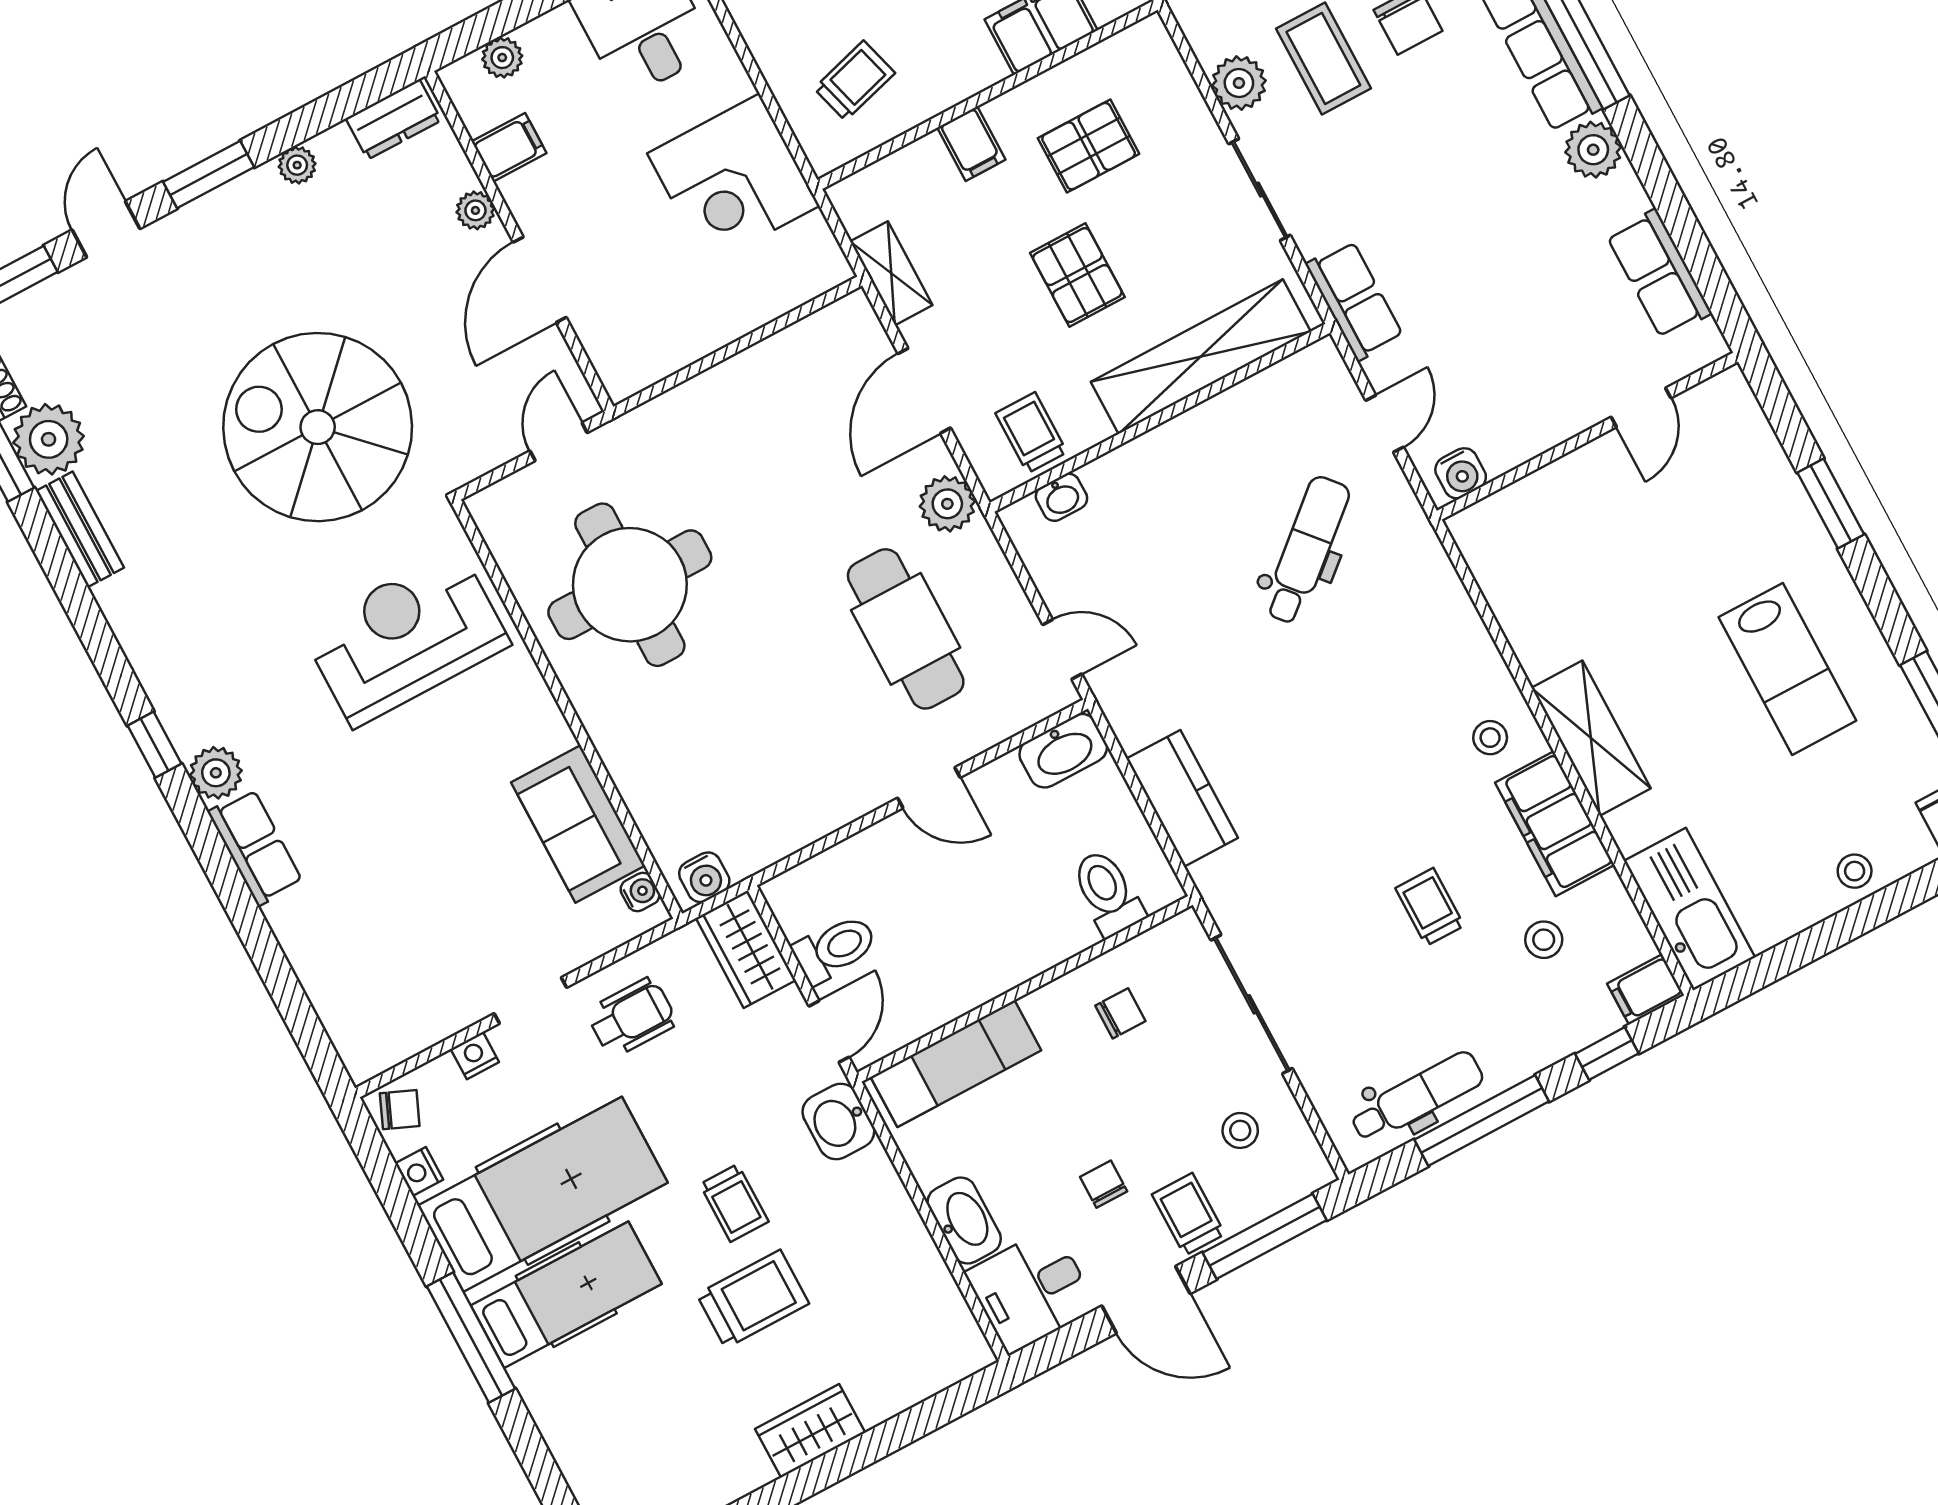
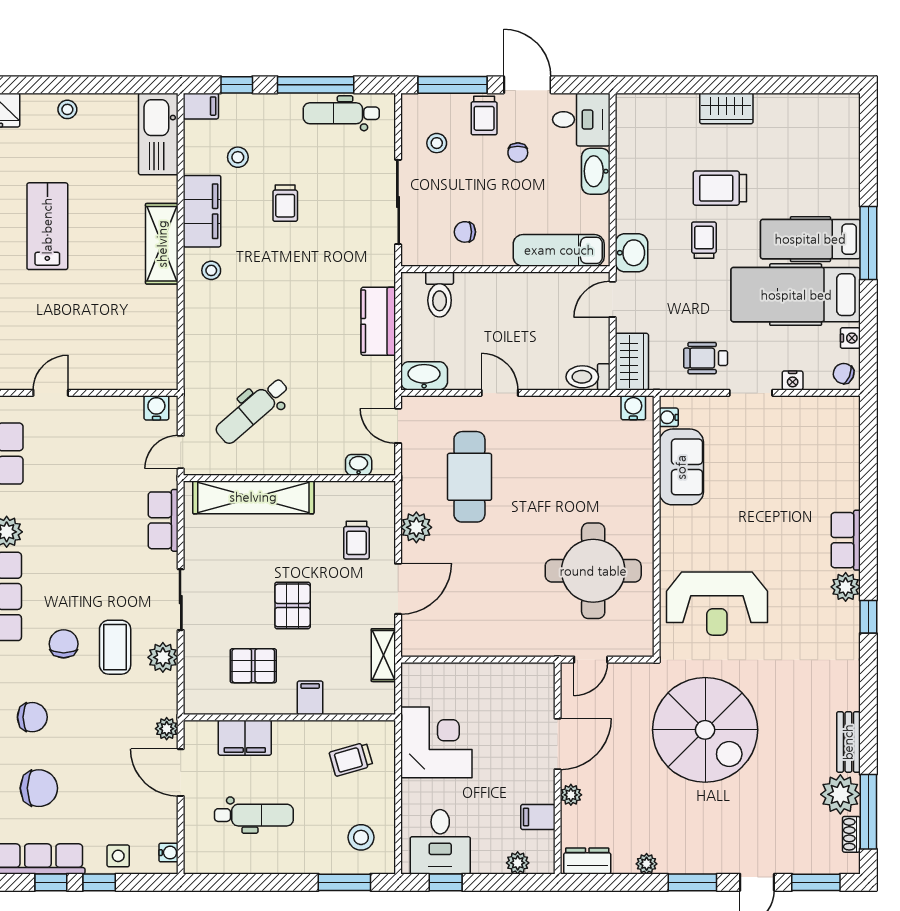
shelving: (1201, 357) -> (253, 497), moved
wall: (1160, 418) -> (289, 478), moved
washbasin: (1061, 497) -> (359, 465), moved
toilet: (835, 949) -> (588, 377), moved

